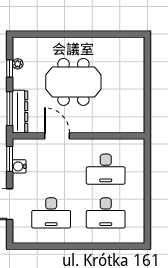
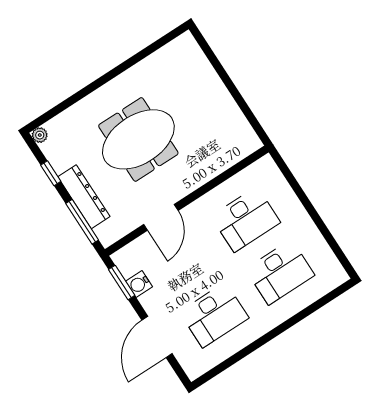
plant: (18, 64) -> (40, 135), moved
dresser: (20, 112) -> (84, 197), moved
door: (57, 136) -> (161, 217), swing flipped

